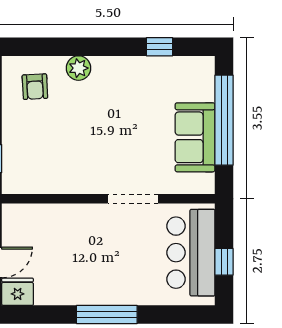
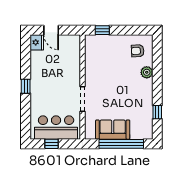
window: (107, 314) -> (26, 86), width x0.46

